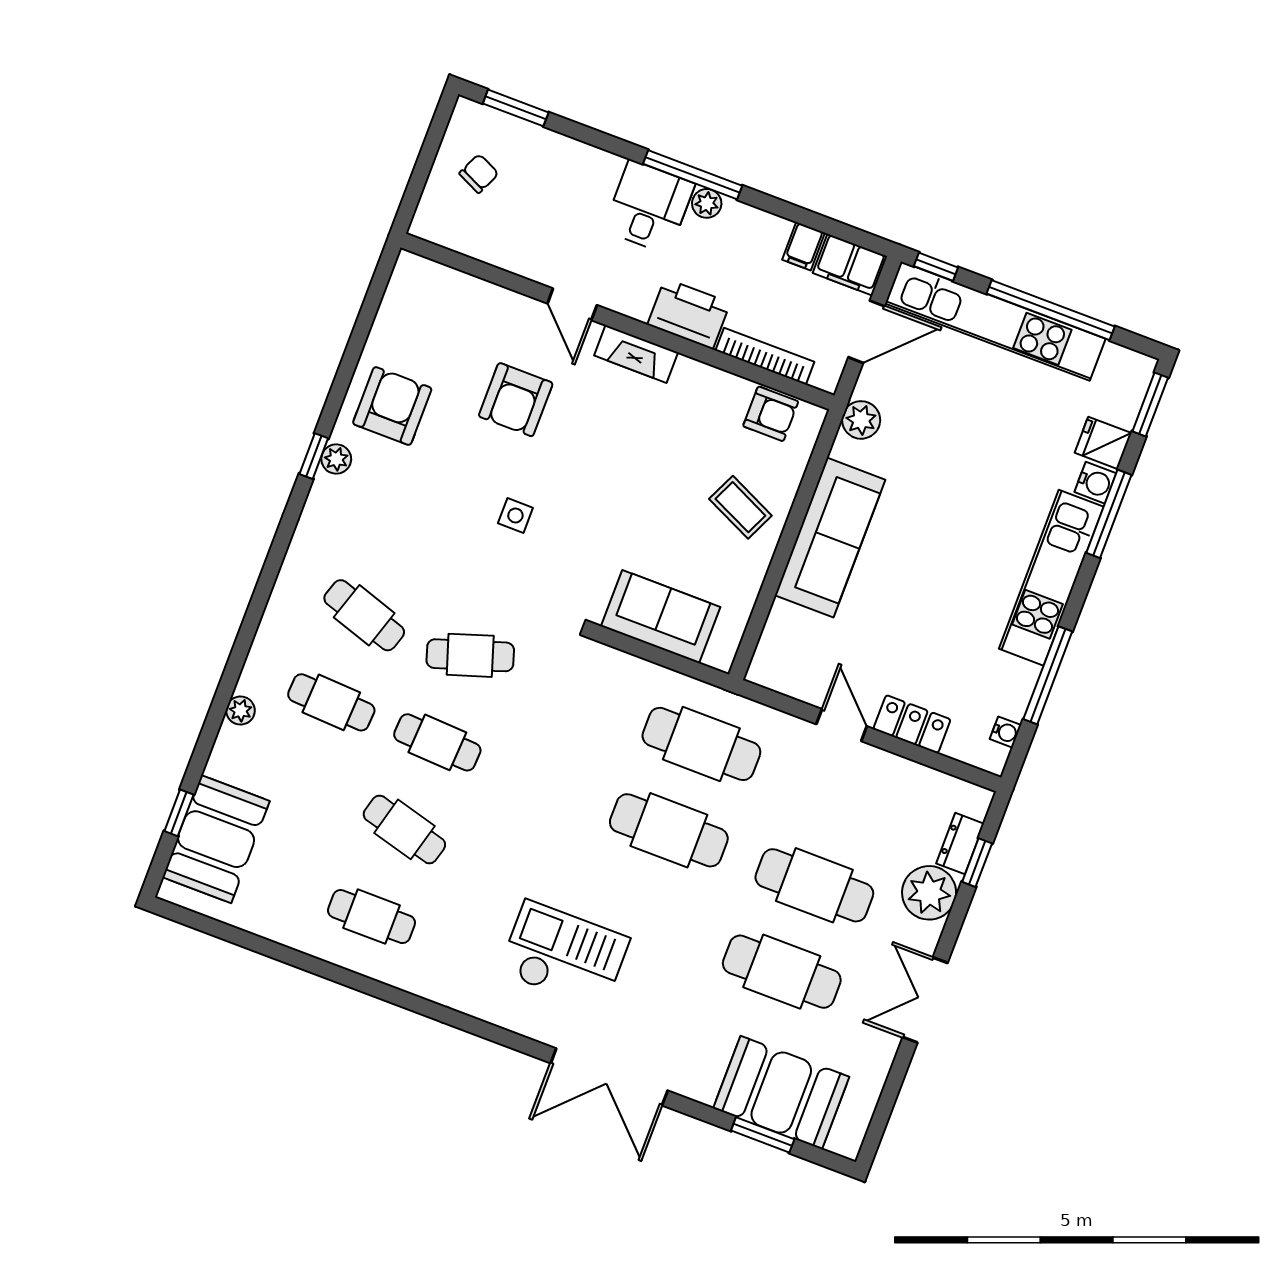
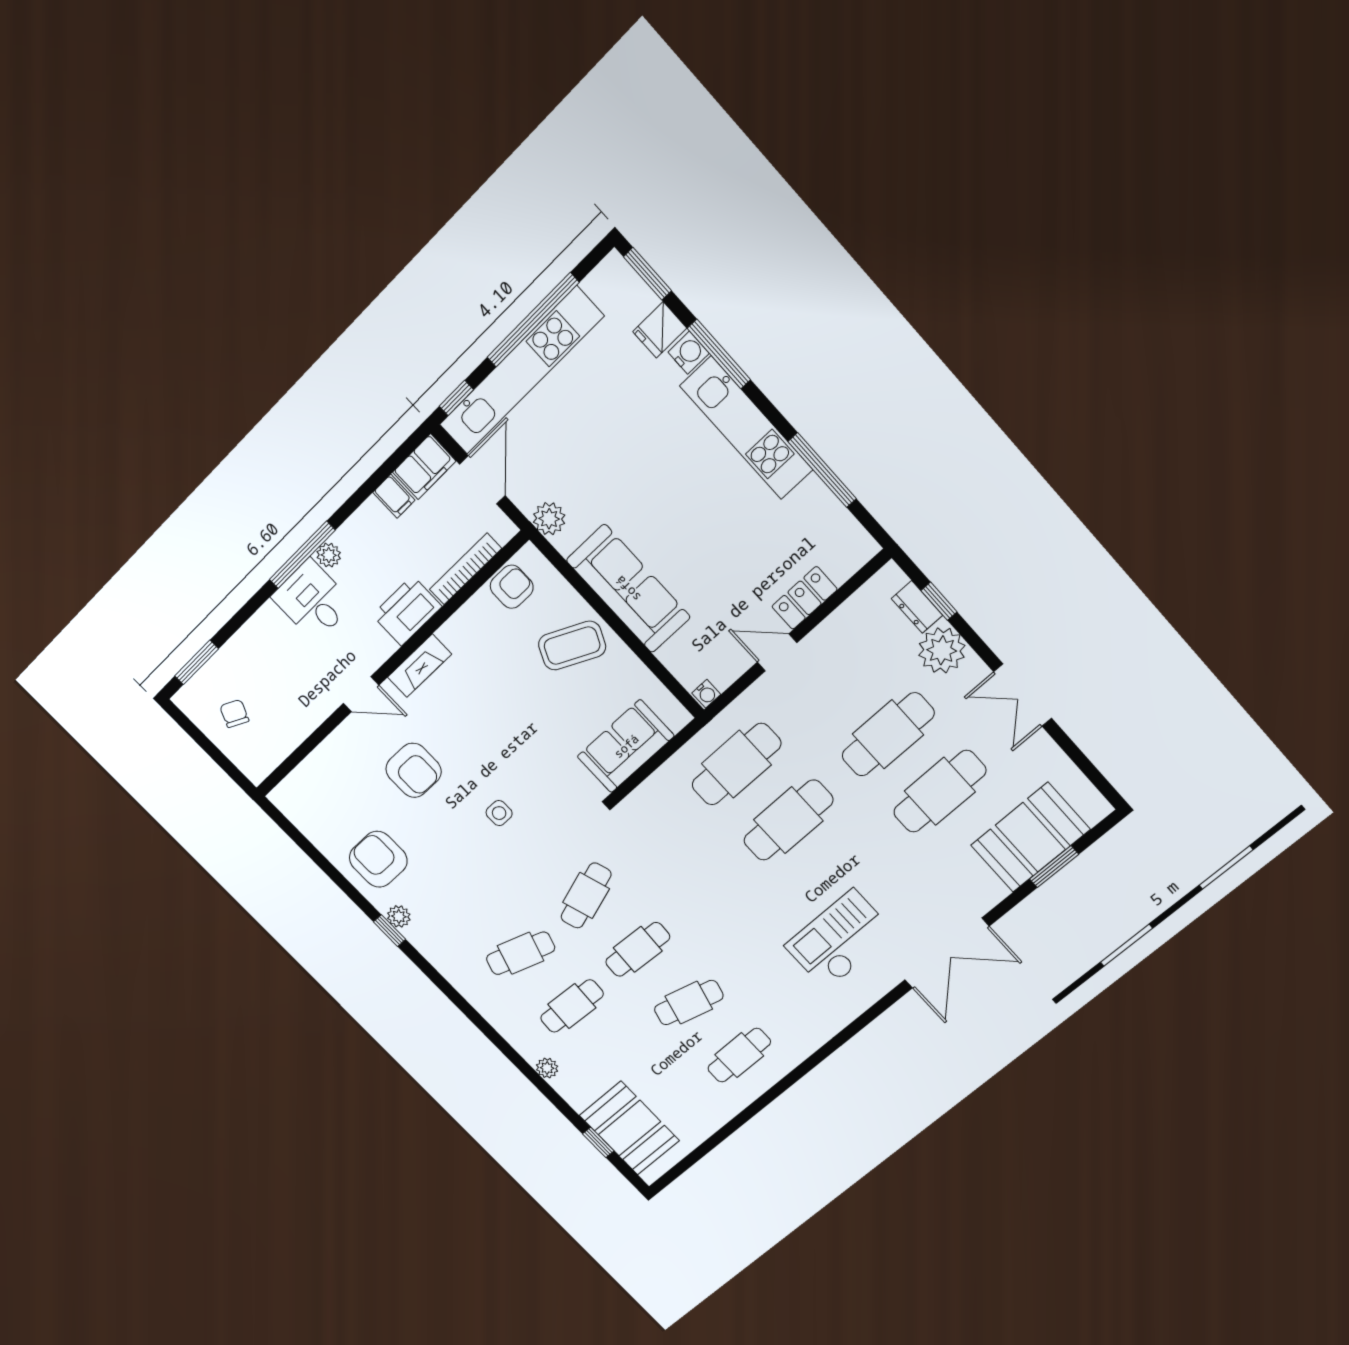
coffee table: (740, 507) -> (572, 646), width x1.36, depth x1.30
water cooler: (1006, 732) -> (706, 694), moved, turned 90

